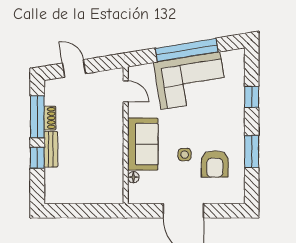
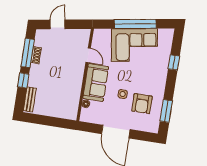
door: (74, 68) -> (58, 24), hinge flipped
door: (126, 91) -> (88, 55), moved
bench: (51, 149) -> (30, 99), moved
window: (252, 152) -> (166, 111), moved

